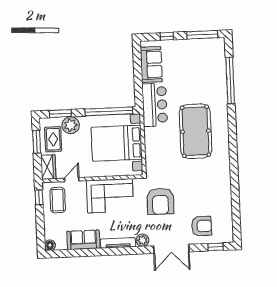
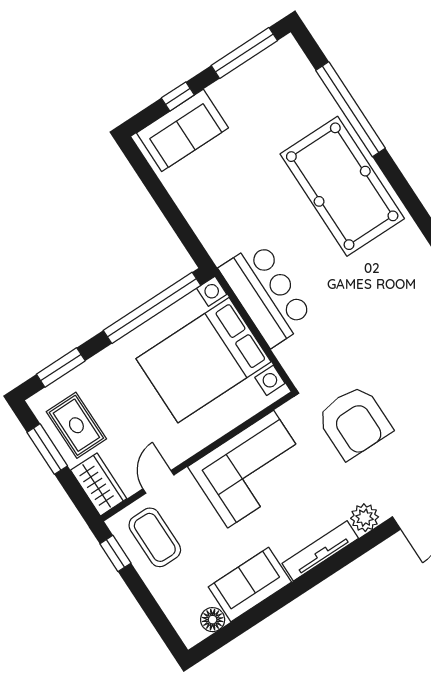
sofa: (151, 65) -> (183, 130), moved, turned 90
bar counter: (155, 105) -> (266, 294), moved
plant: (71, 125) -> (94, 378), removed
pool table: (195, 131) -> (342, 186), moved
floor lamp: (50, 245) -> (213, 620), moved

